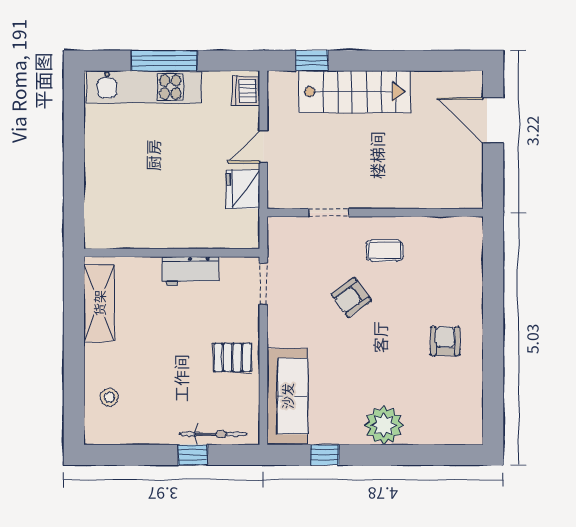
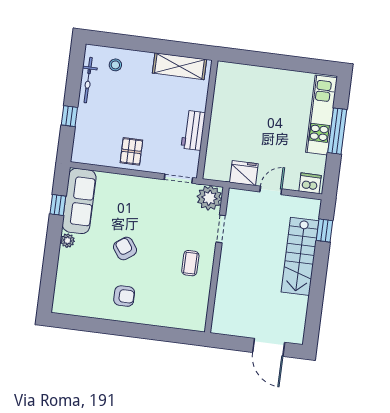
door: (493, 121) -> (269, 347), swing flipped
door: (263, 147) -> (271, 190), hinge flipped
plant: (286, 235) -> (209, 198), added
armchair: (351, 297) -> (125, 249), moved
sofa: (287, 396) -> (79, 201), moved, turned -90
plant: (384, 425) -> (67, 241), width x0.53, depth x0.53
bicycle: (213, 434) -> (88, 80), moved

